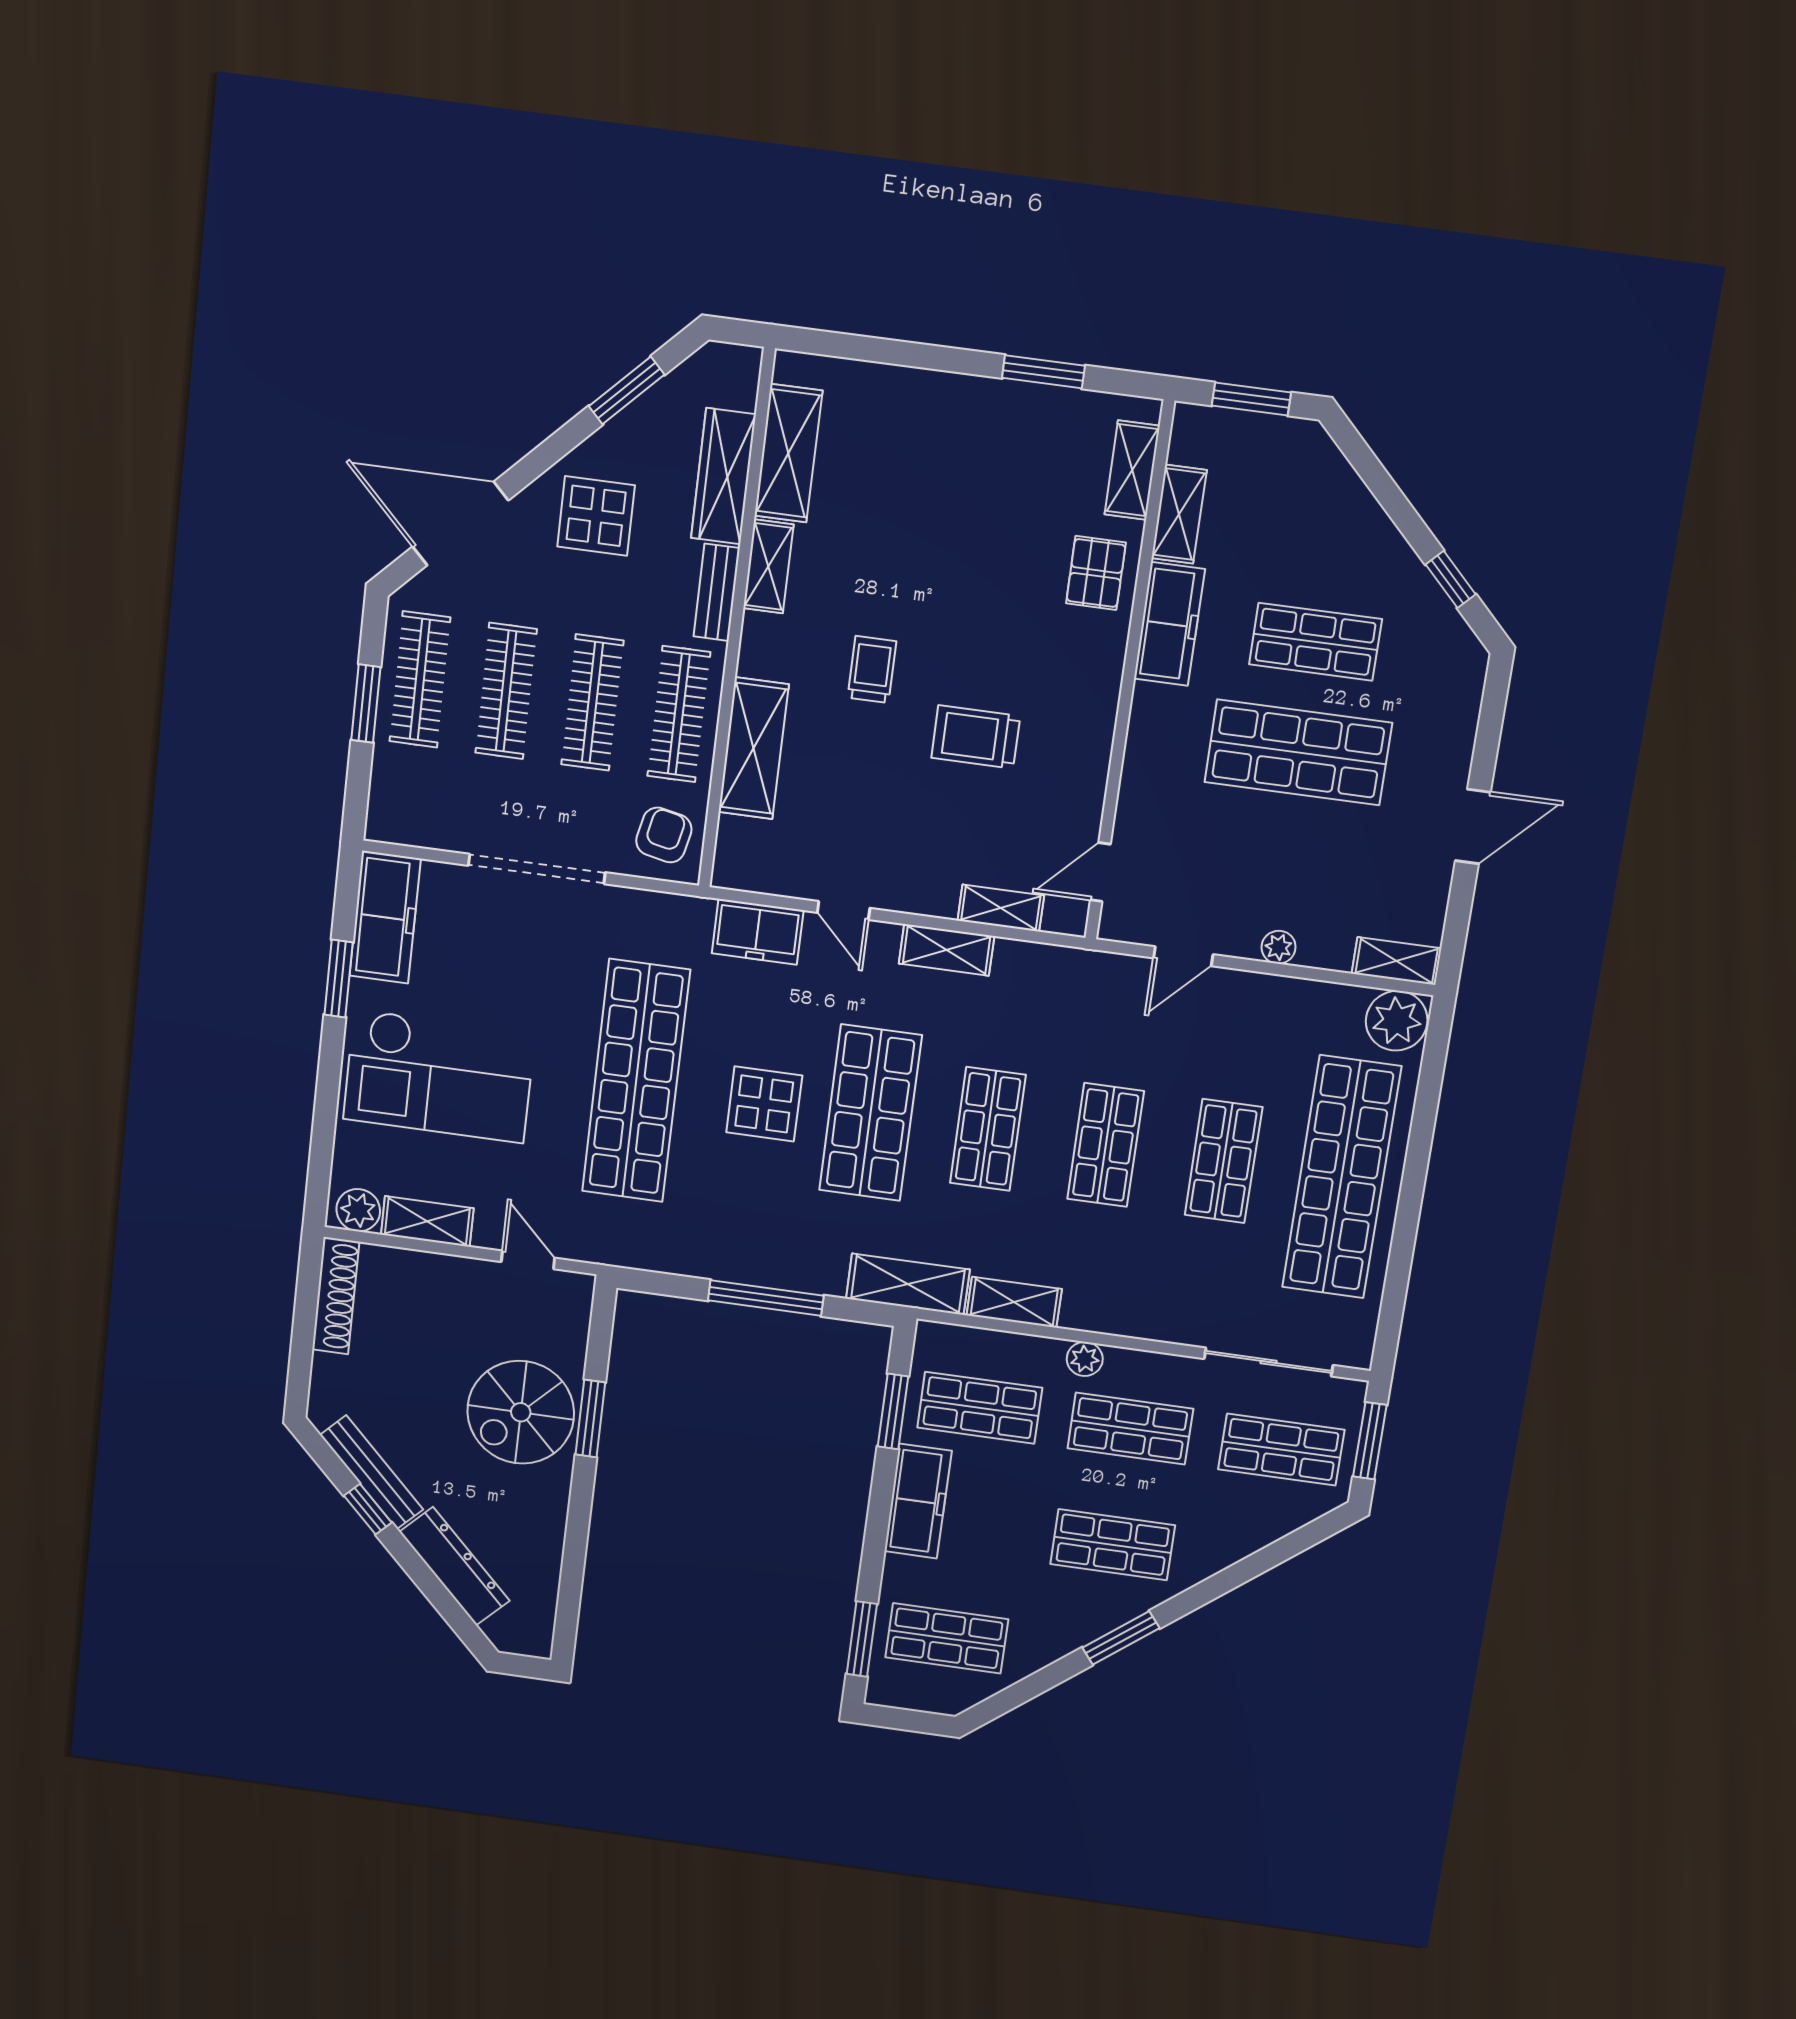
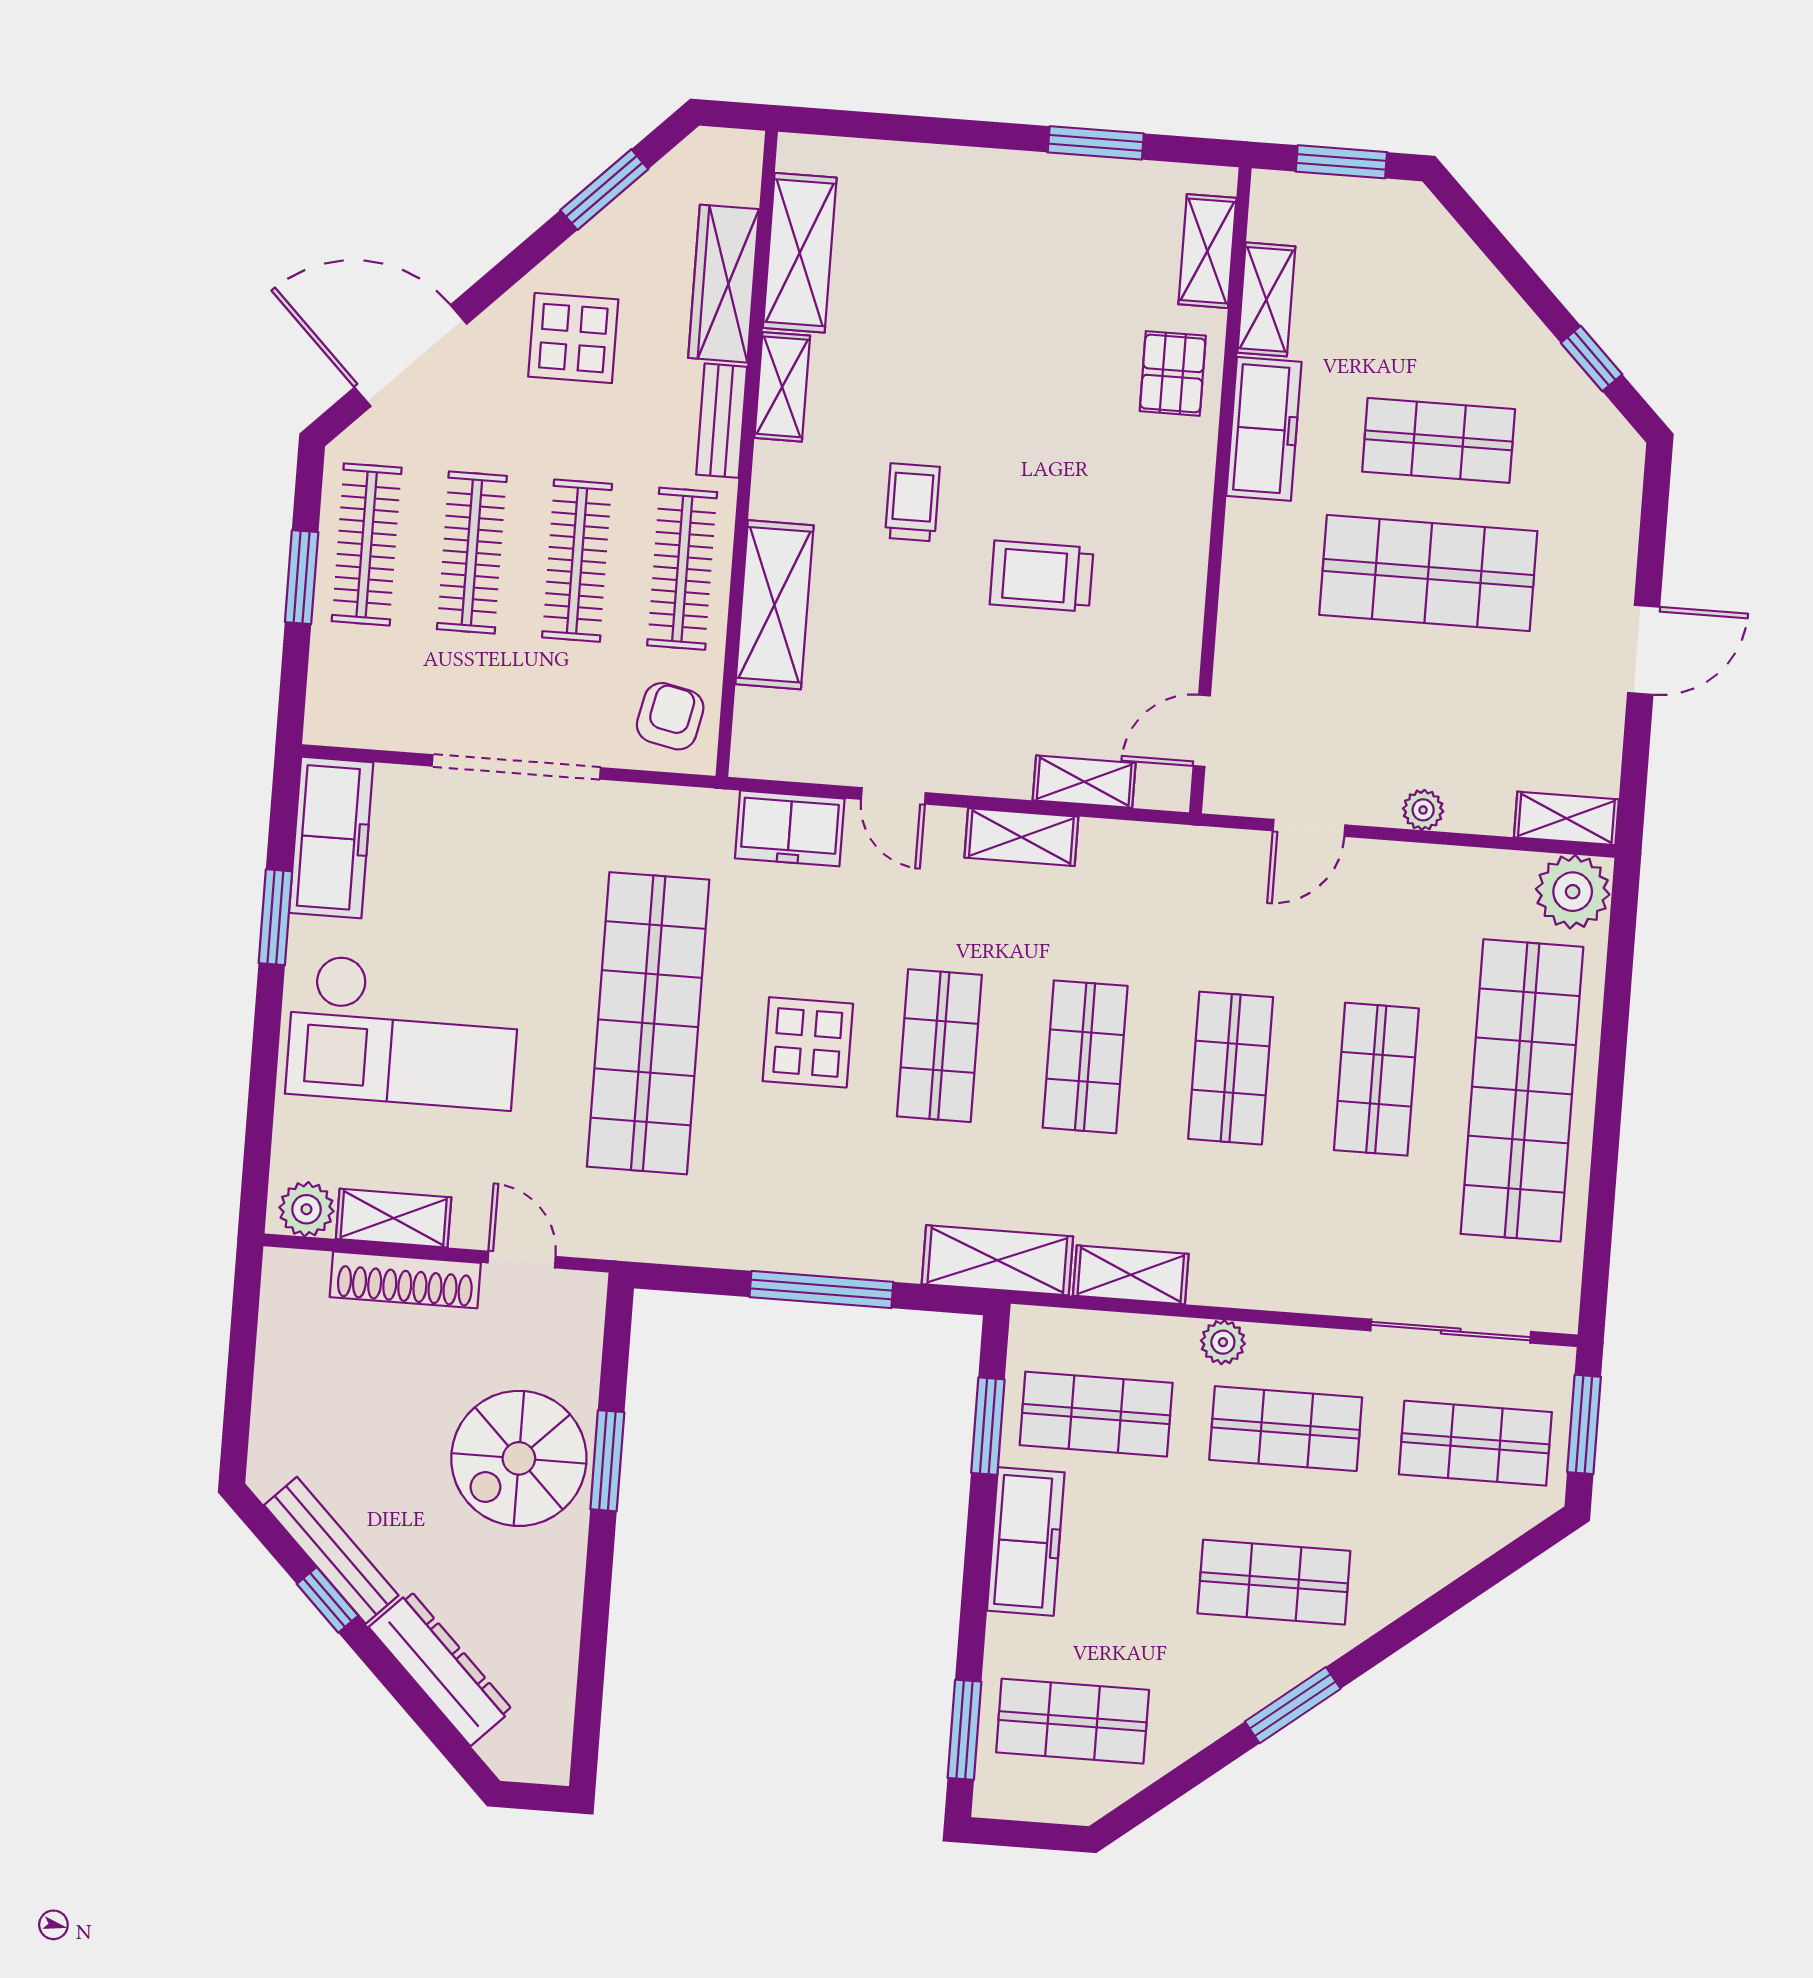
shop shelf: (870, 1113) -> (939, 1046), width x0.70, depth x0.74
shoe rack: (336, 1296) -> (405, 1280), moved, turned 90

